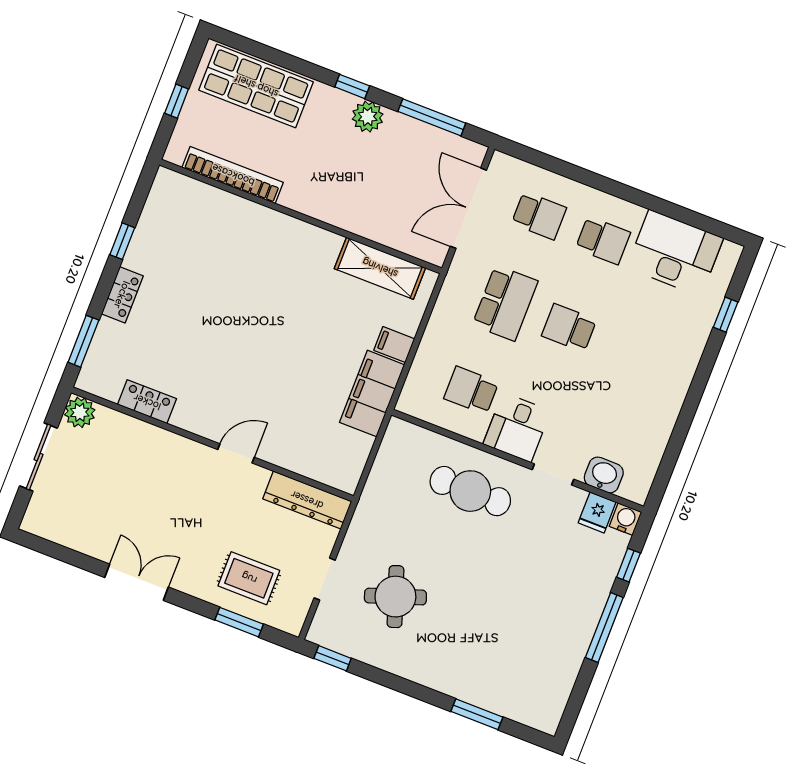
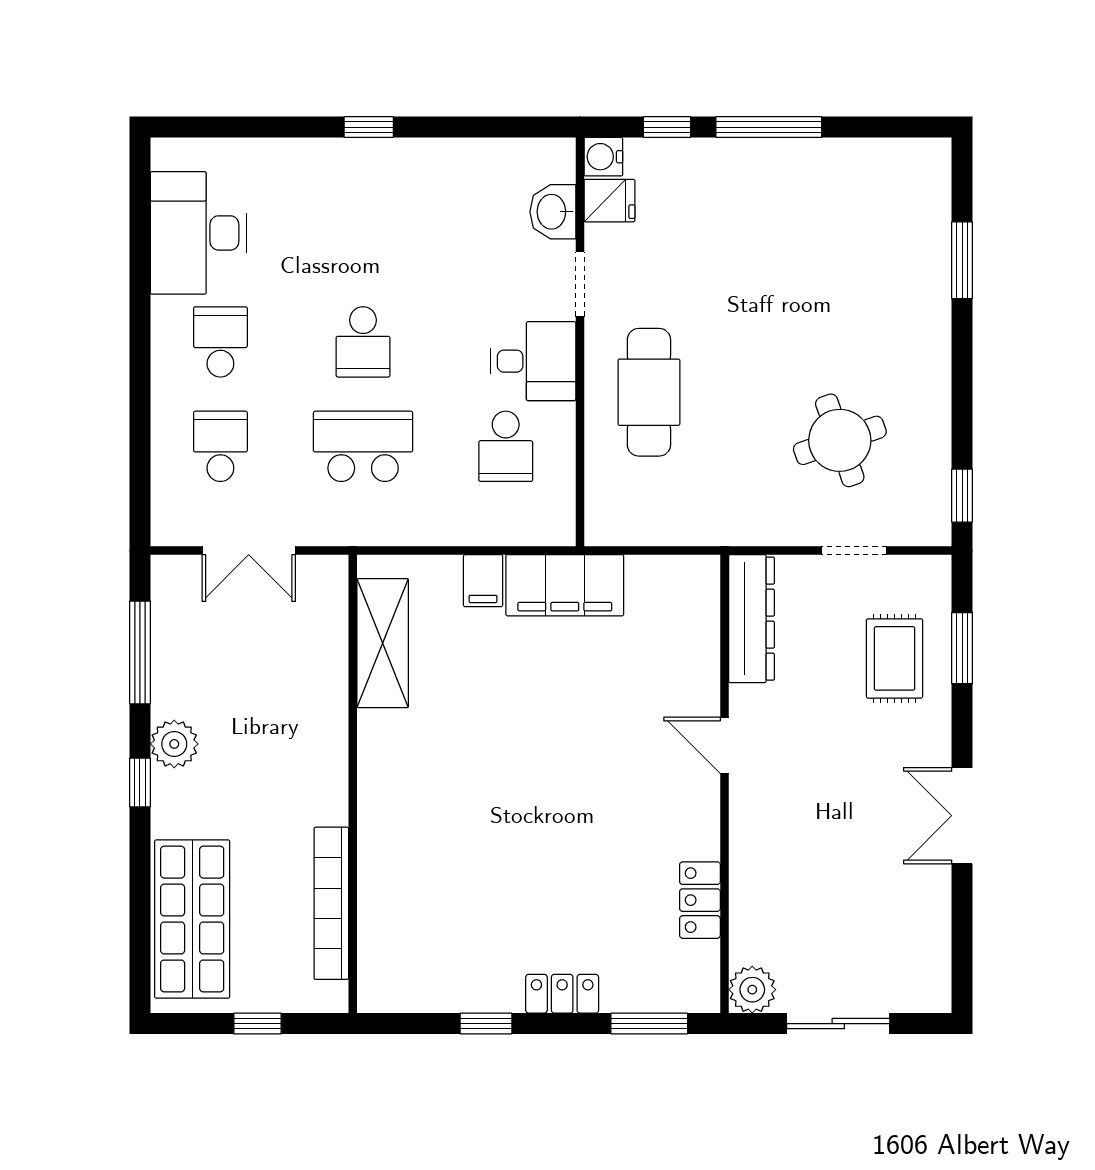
double door: (468, 208) -> (249, 551), width x0.73
window: (726, 315) -> (369, 127), moved

